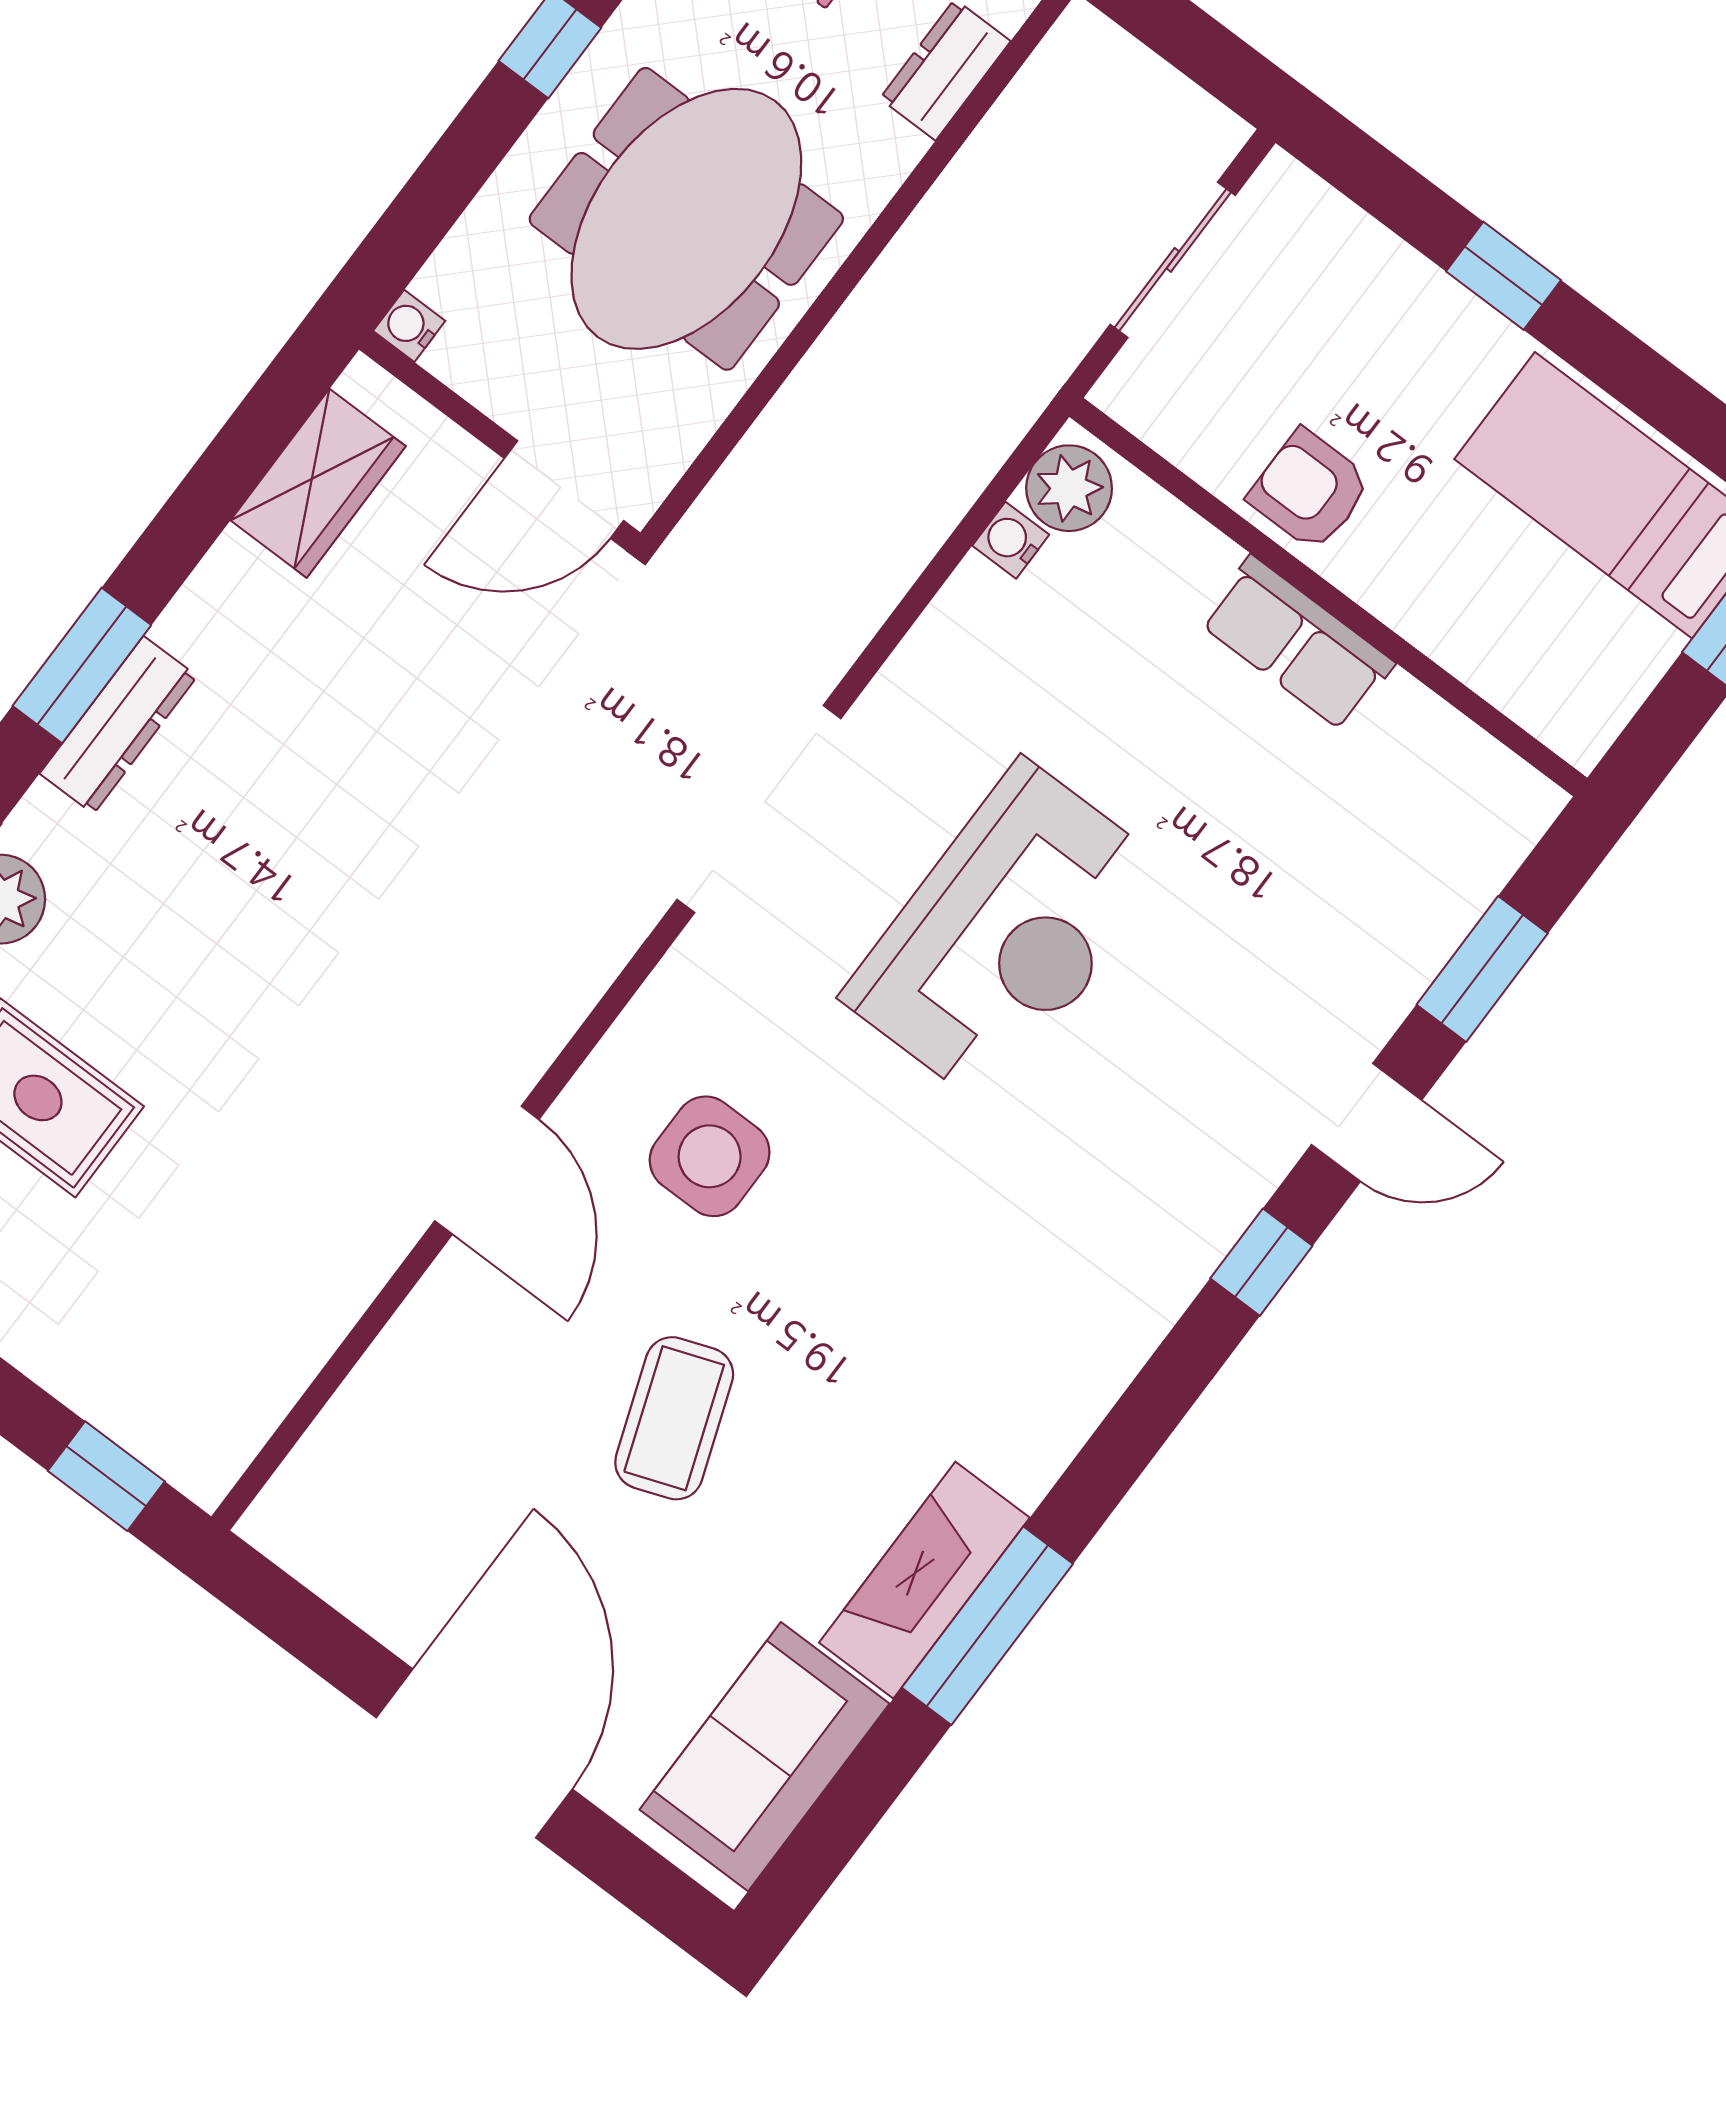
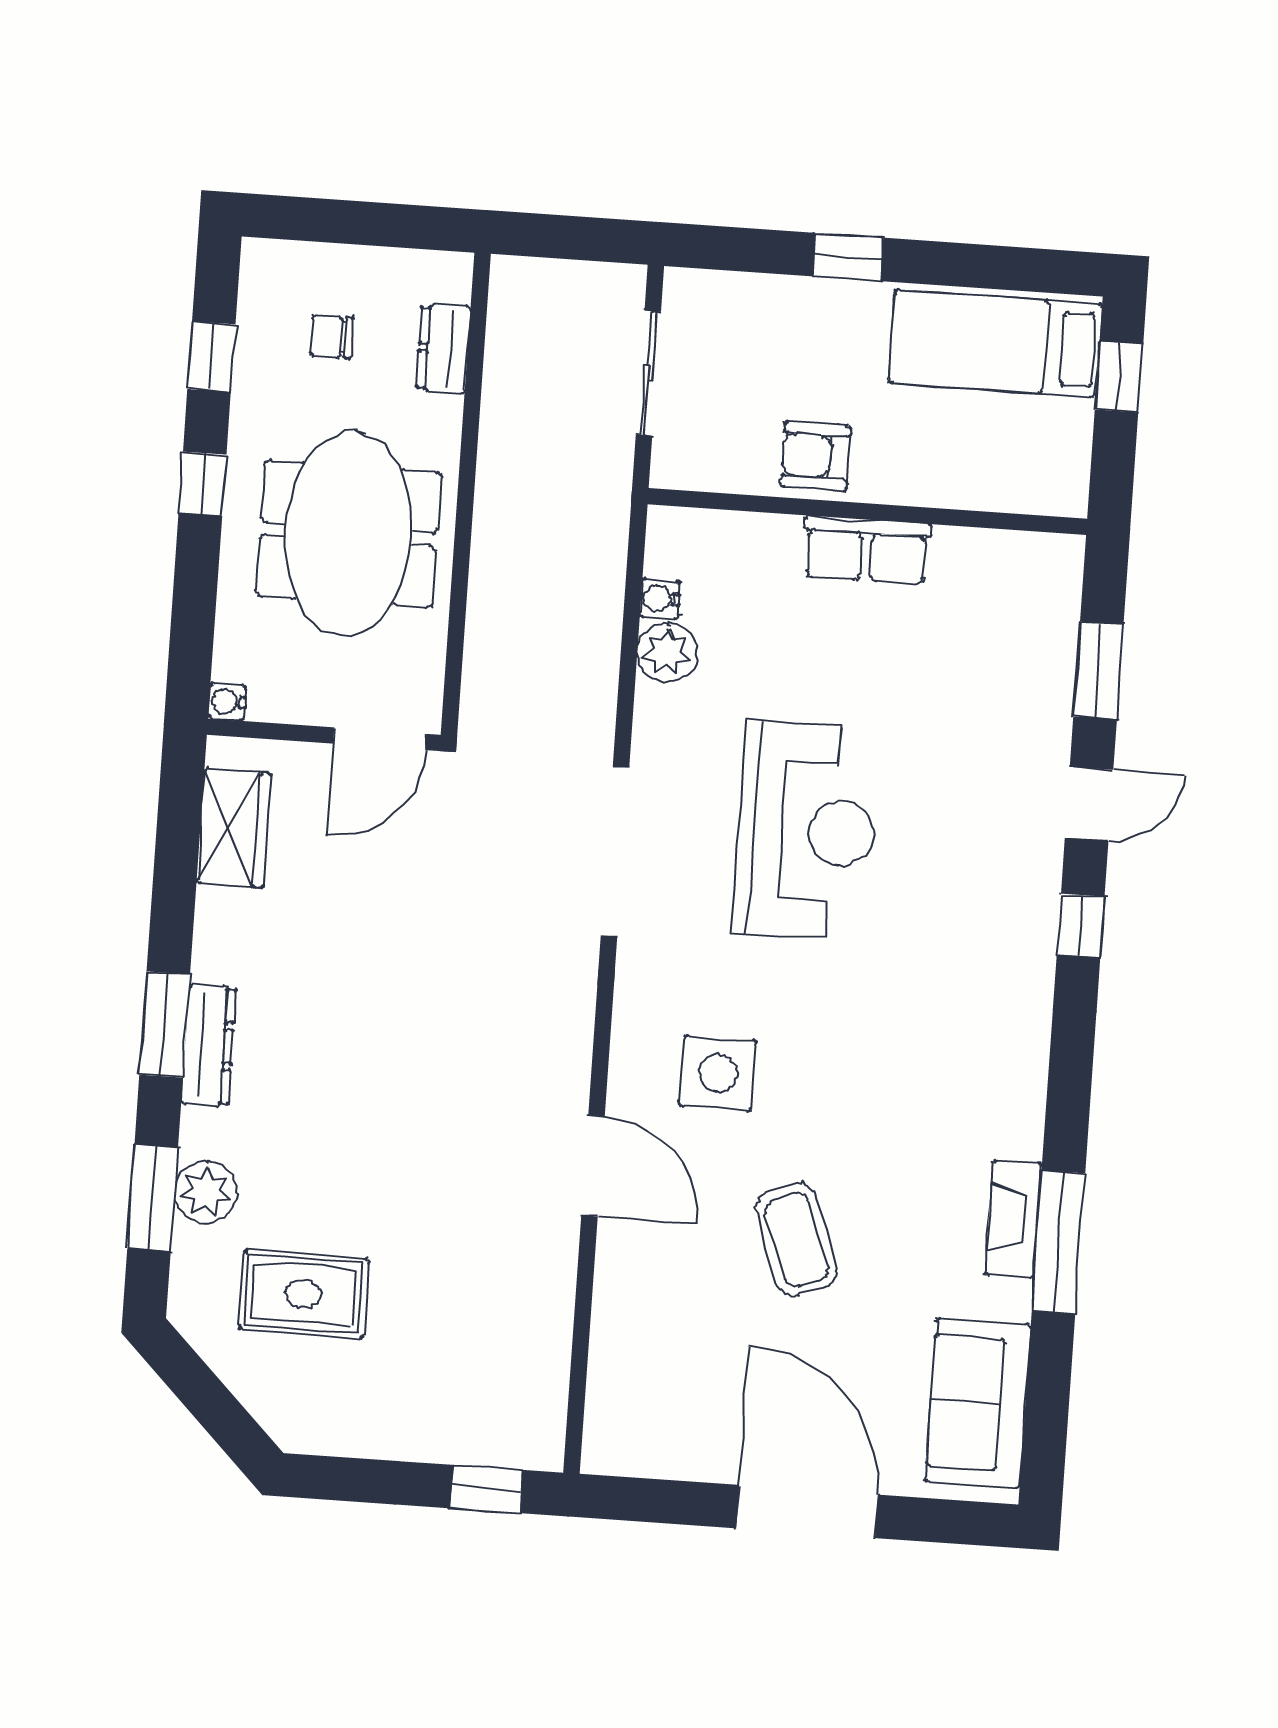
plant: (1069, 488) -> (667, 653), moved
fireplace: (924, 1580) -> (1014, 1219), width x0.73, depth x0.76

